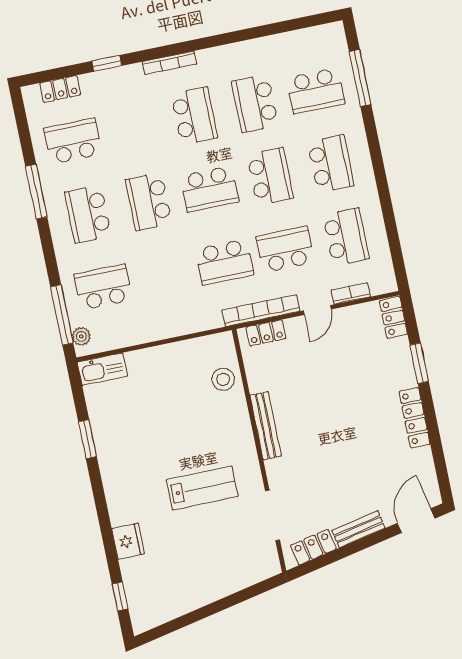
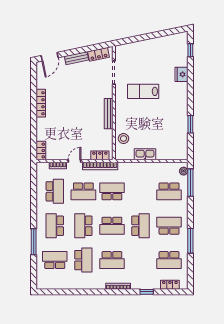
window: (360, 78) -> (34, 242), moved
school desk: (194, 116) -> (112, 260), turned -90
school desk: (209, 189) -> (112, 226), turned 180
school desk: (88, 214) -> (169, 226), turned -90
school desk: (346, 237) -> (55, 191), turned 180
window: (419, 363) -> (34, 127), removed
kitchen sink: (102, 369) -> (145, 154), moved

